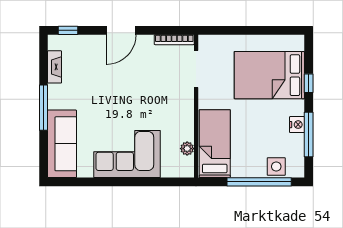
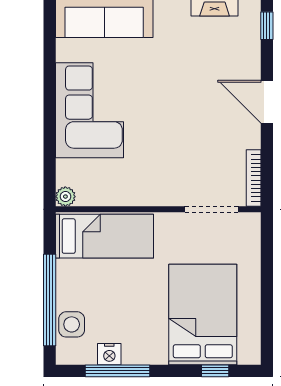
window: (309, 83) -> (215, 371), moved
nightstand: (297, 125) -> (109, 354), moved
plant: (187, 149) -> (65, 197), moved

